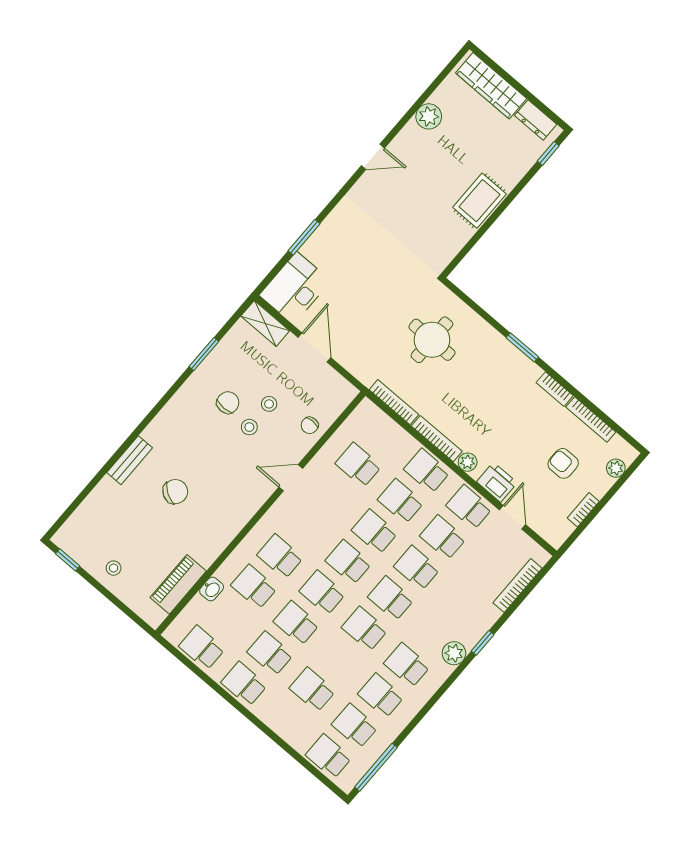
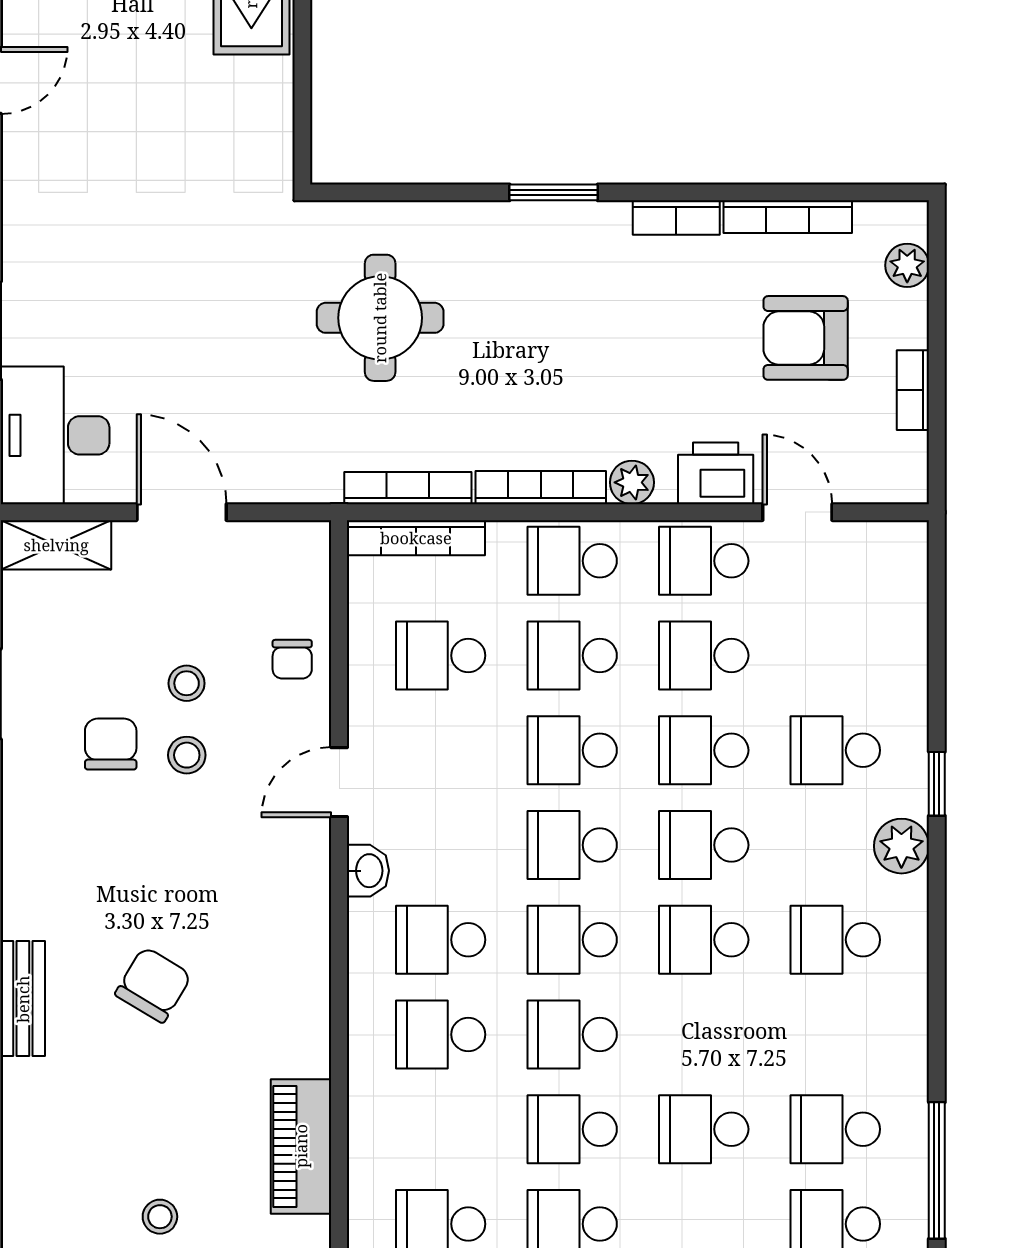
armchair: (563, 463) -> (806, 338), width x1.38, depth x1.38
bookcase: (517, 585) -> (416, 538), moved, turned -90
washbasin: (212, 589) -> (368, 871), moved
school desk: (381, 696) -> (835, 750), moved

